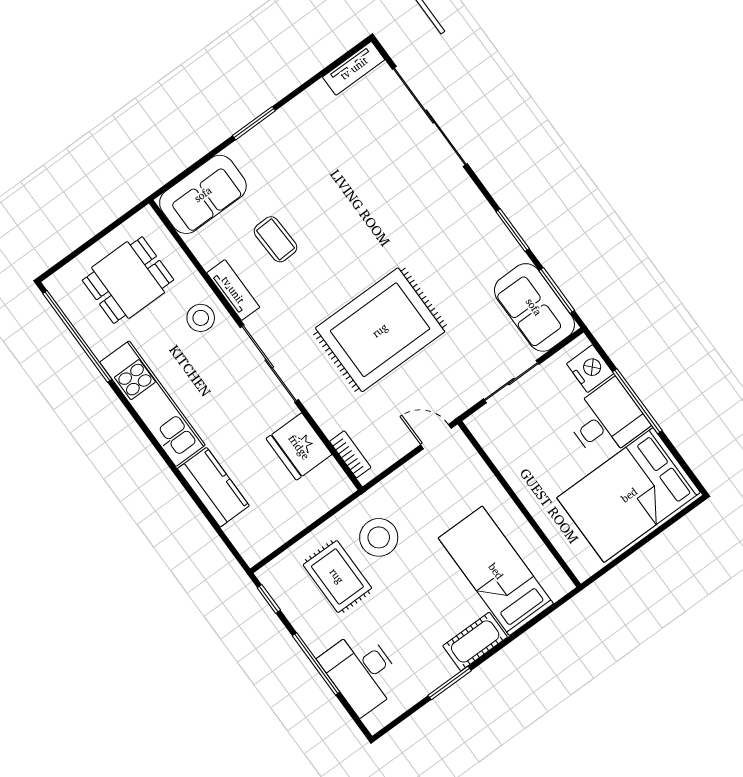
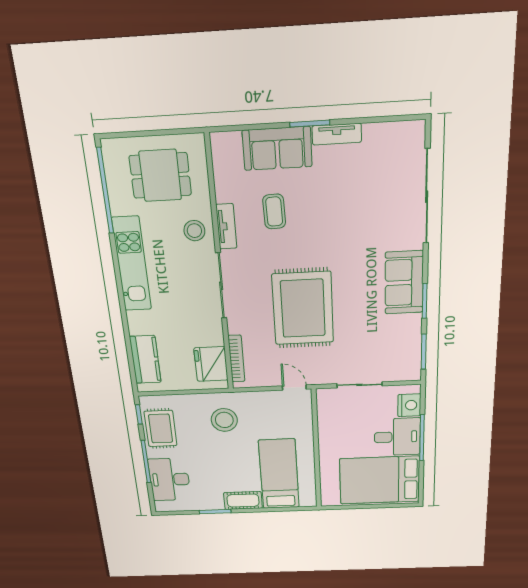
tv unit: (354, 68) -> (337, 134), moved
sofa: (203, 194) -> (277, 148), moved
sofa: (534, 307) -> (404, 283), moved
rug: (380, 330) -> (303, 308), turned 90
fridge: (299, 447) -> (211, 364), moved
bookcase: (350, 454) -> (236, 359), width x1.56
kitchen counter: (213, 487) -> (145, 360), moved
rug: (337, 576) -> (161, 428), moved

